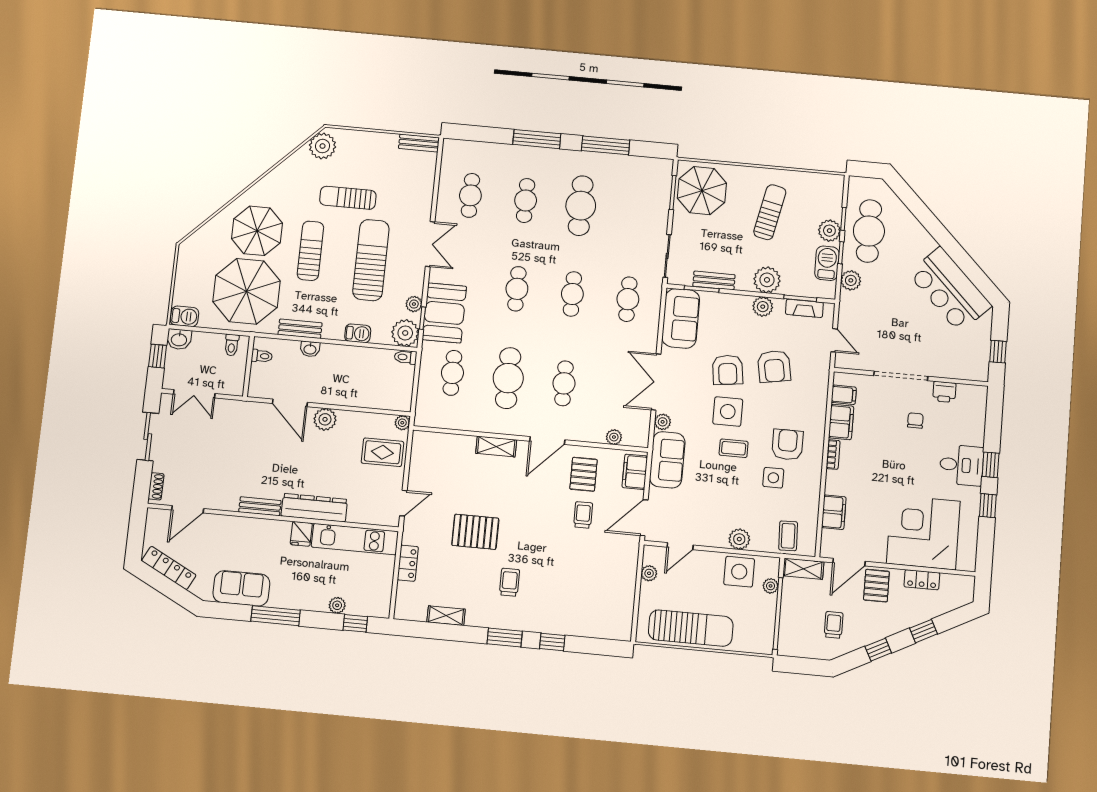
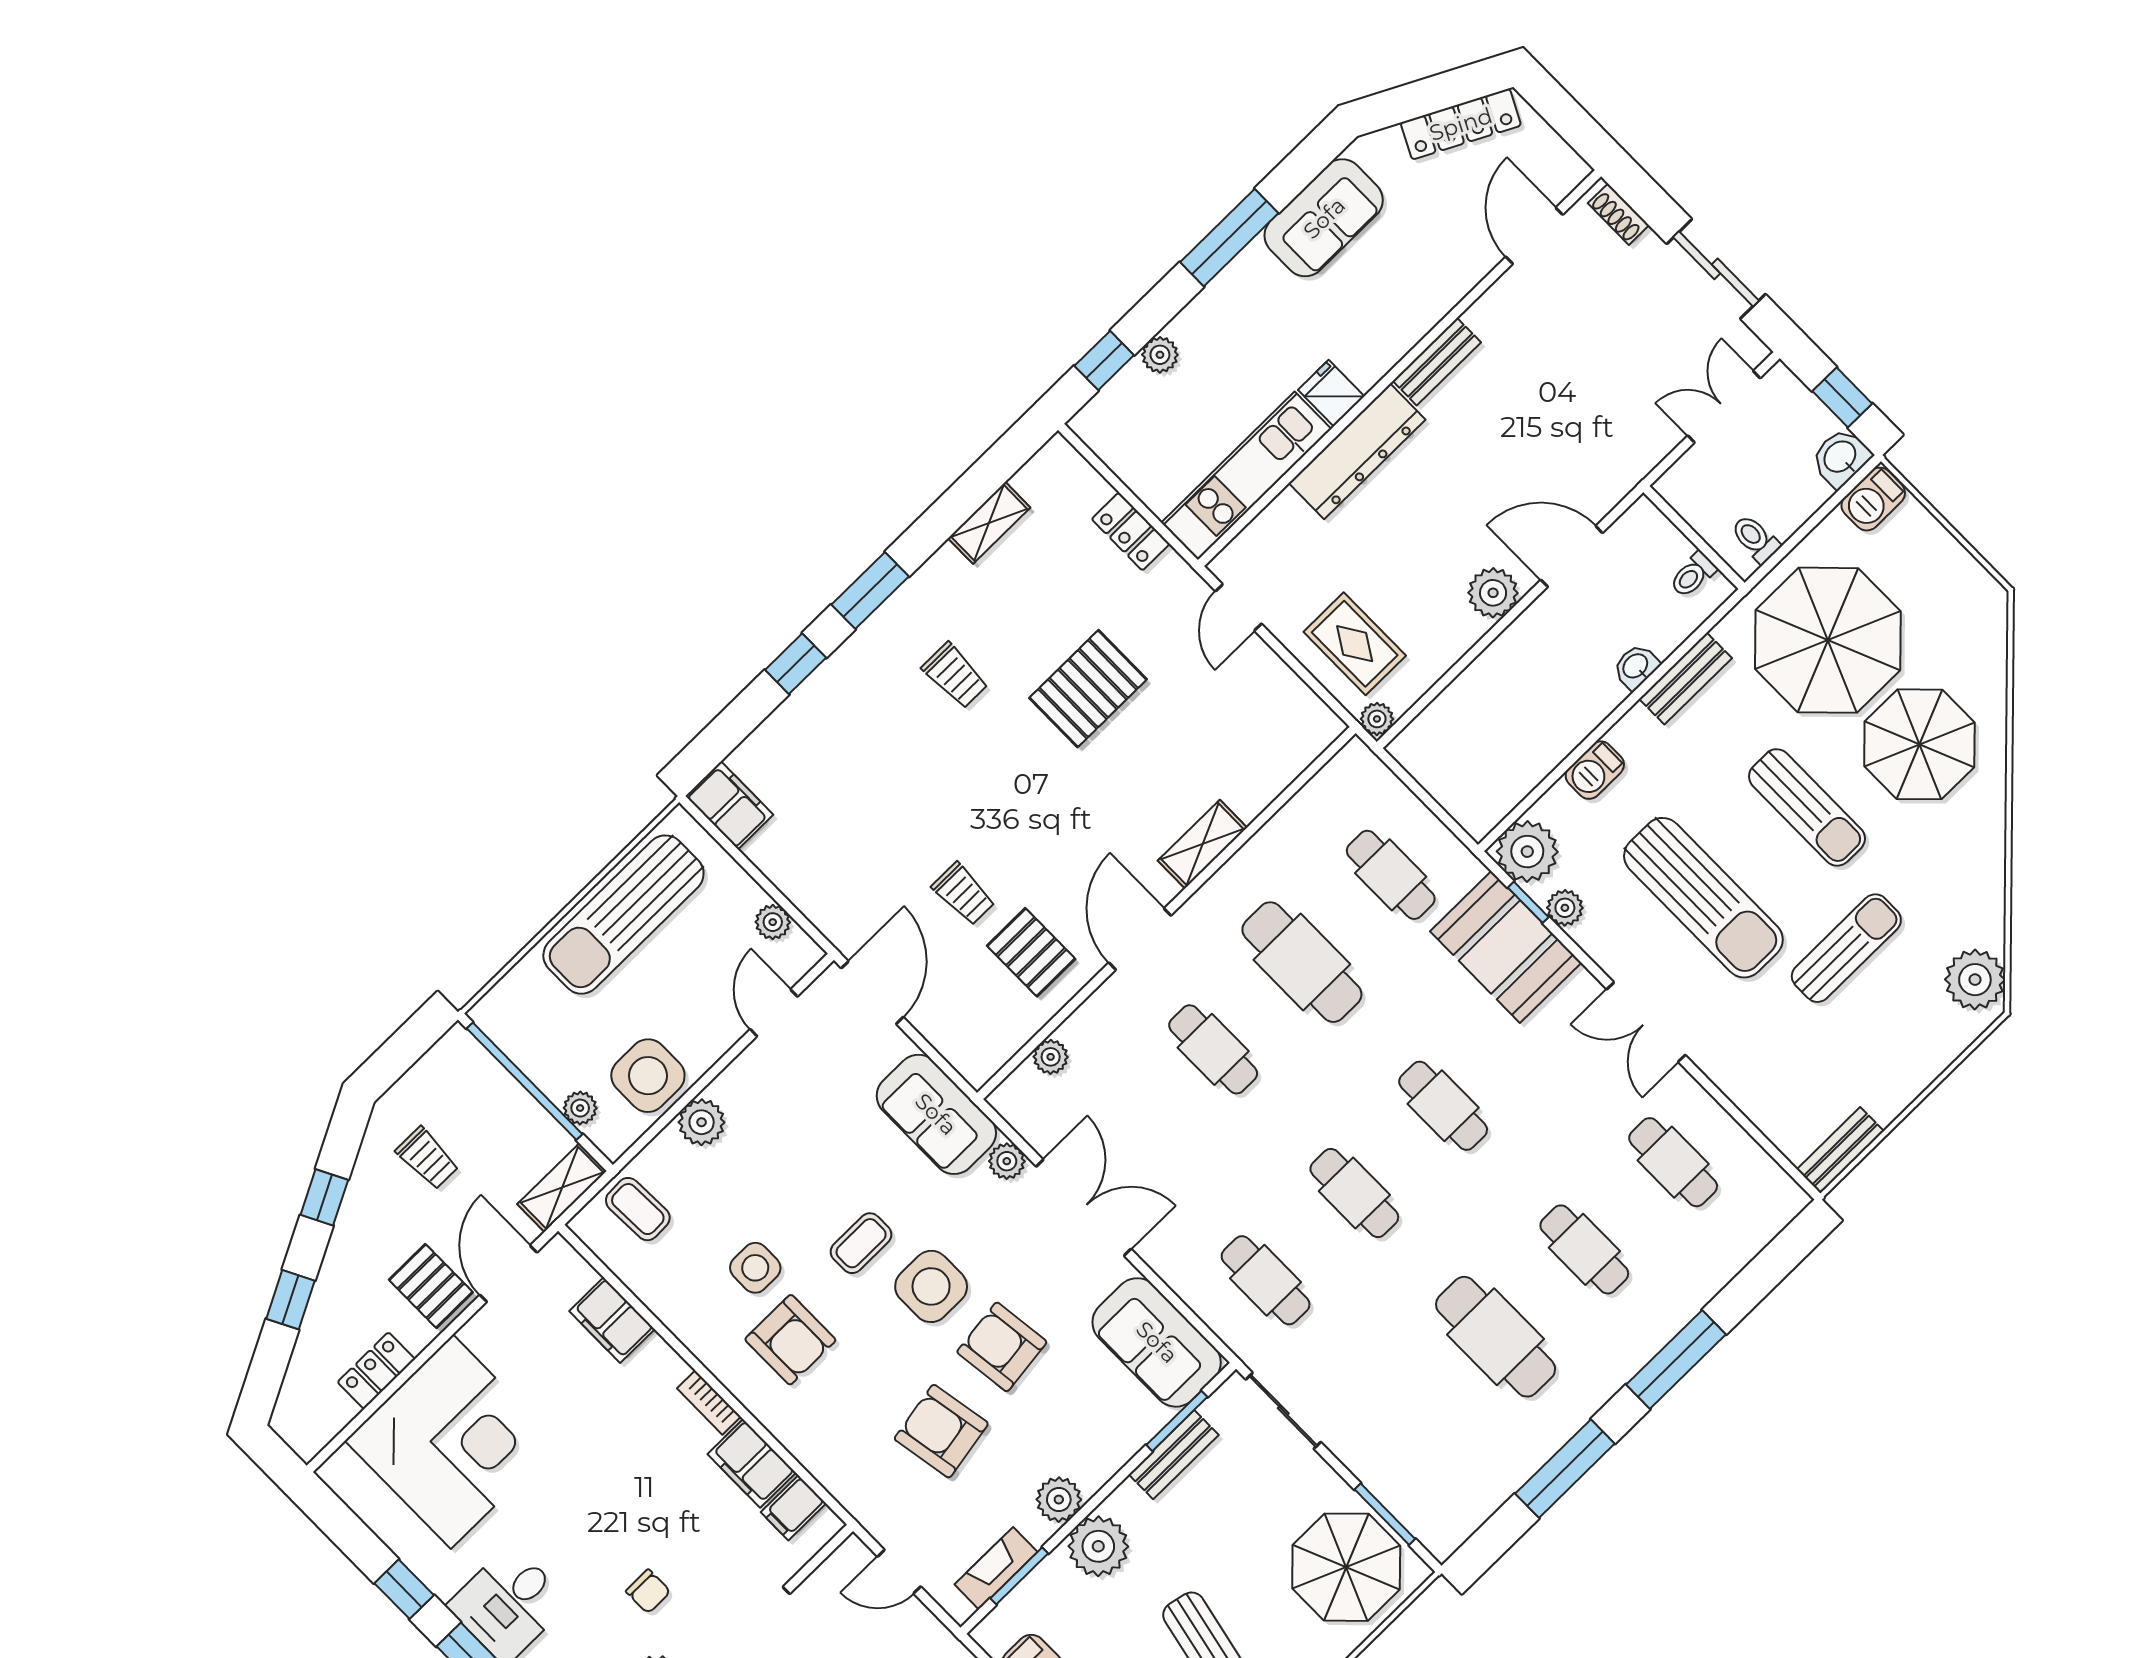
toilet: (406, 357) -> (1485, 817), removed
rug: (382, 452) -> (1355, 644), turned 90
filing cabinet: (635, 472) -> (729, 805), moved

